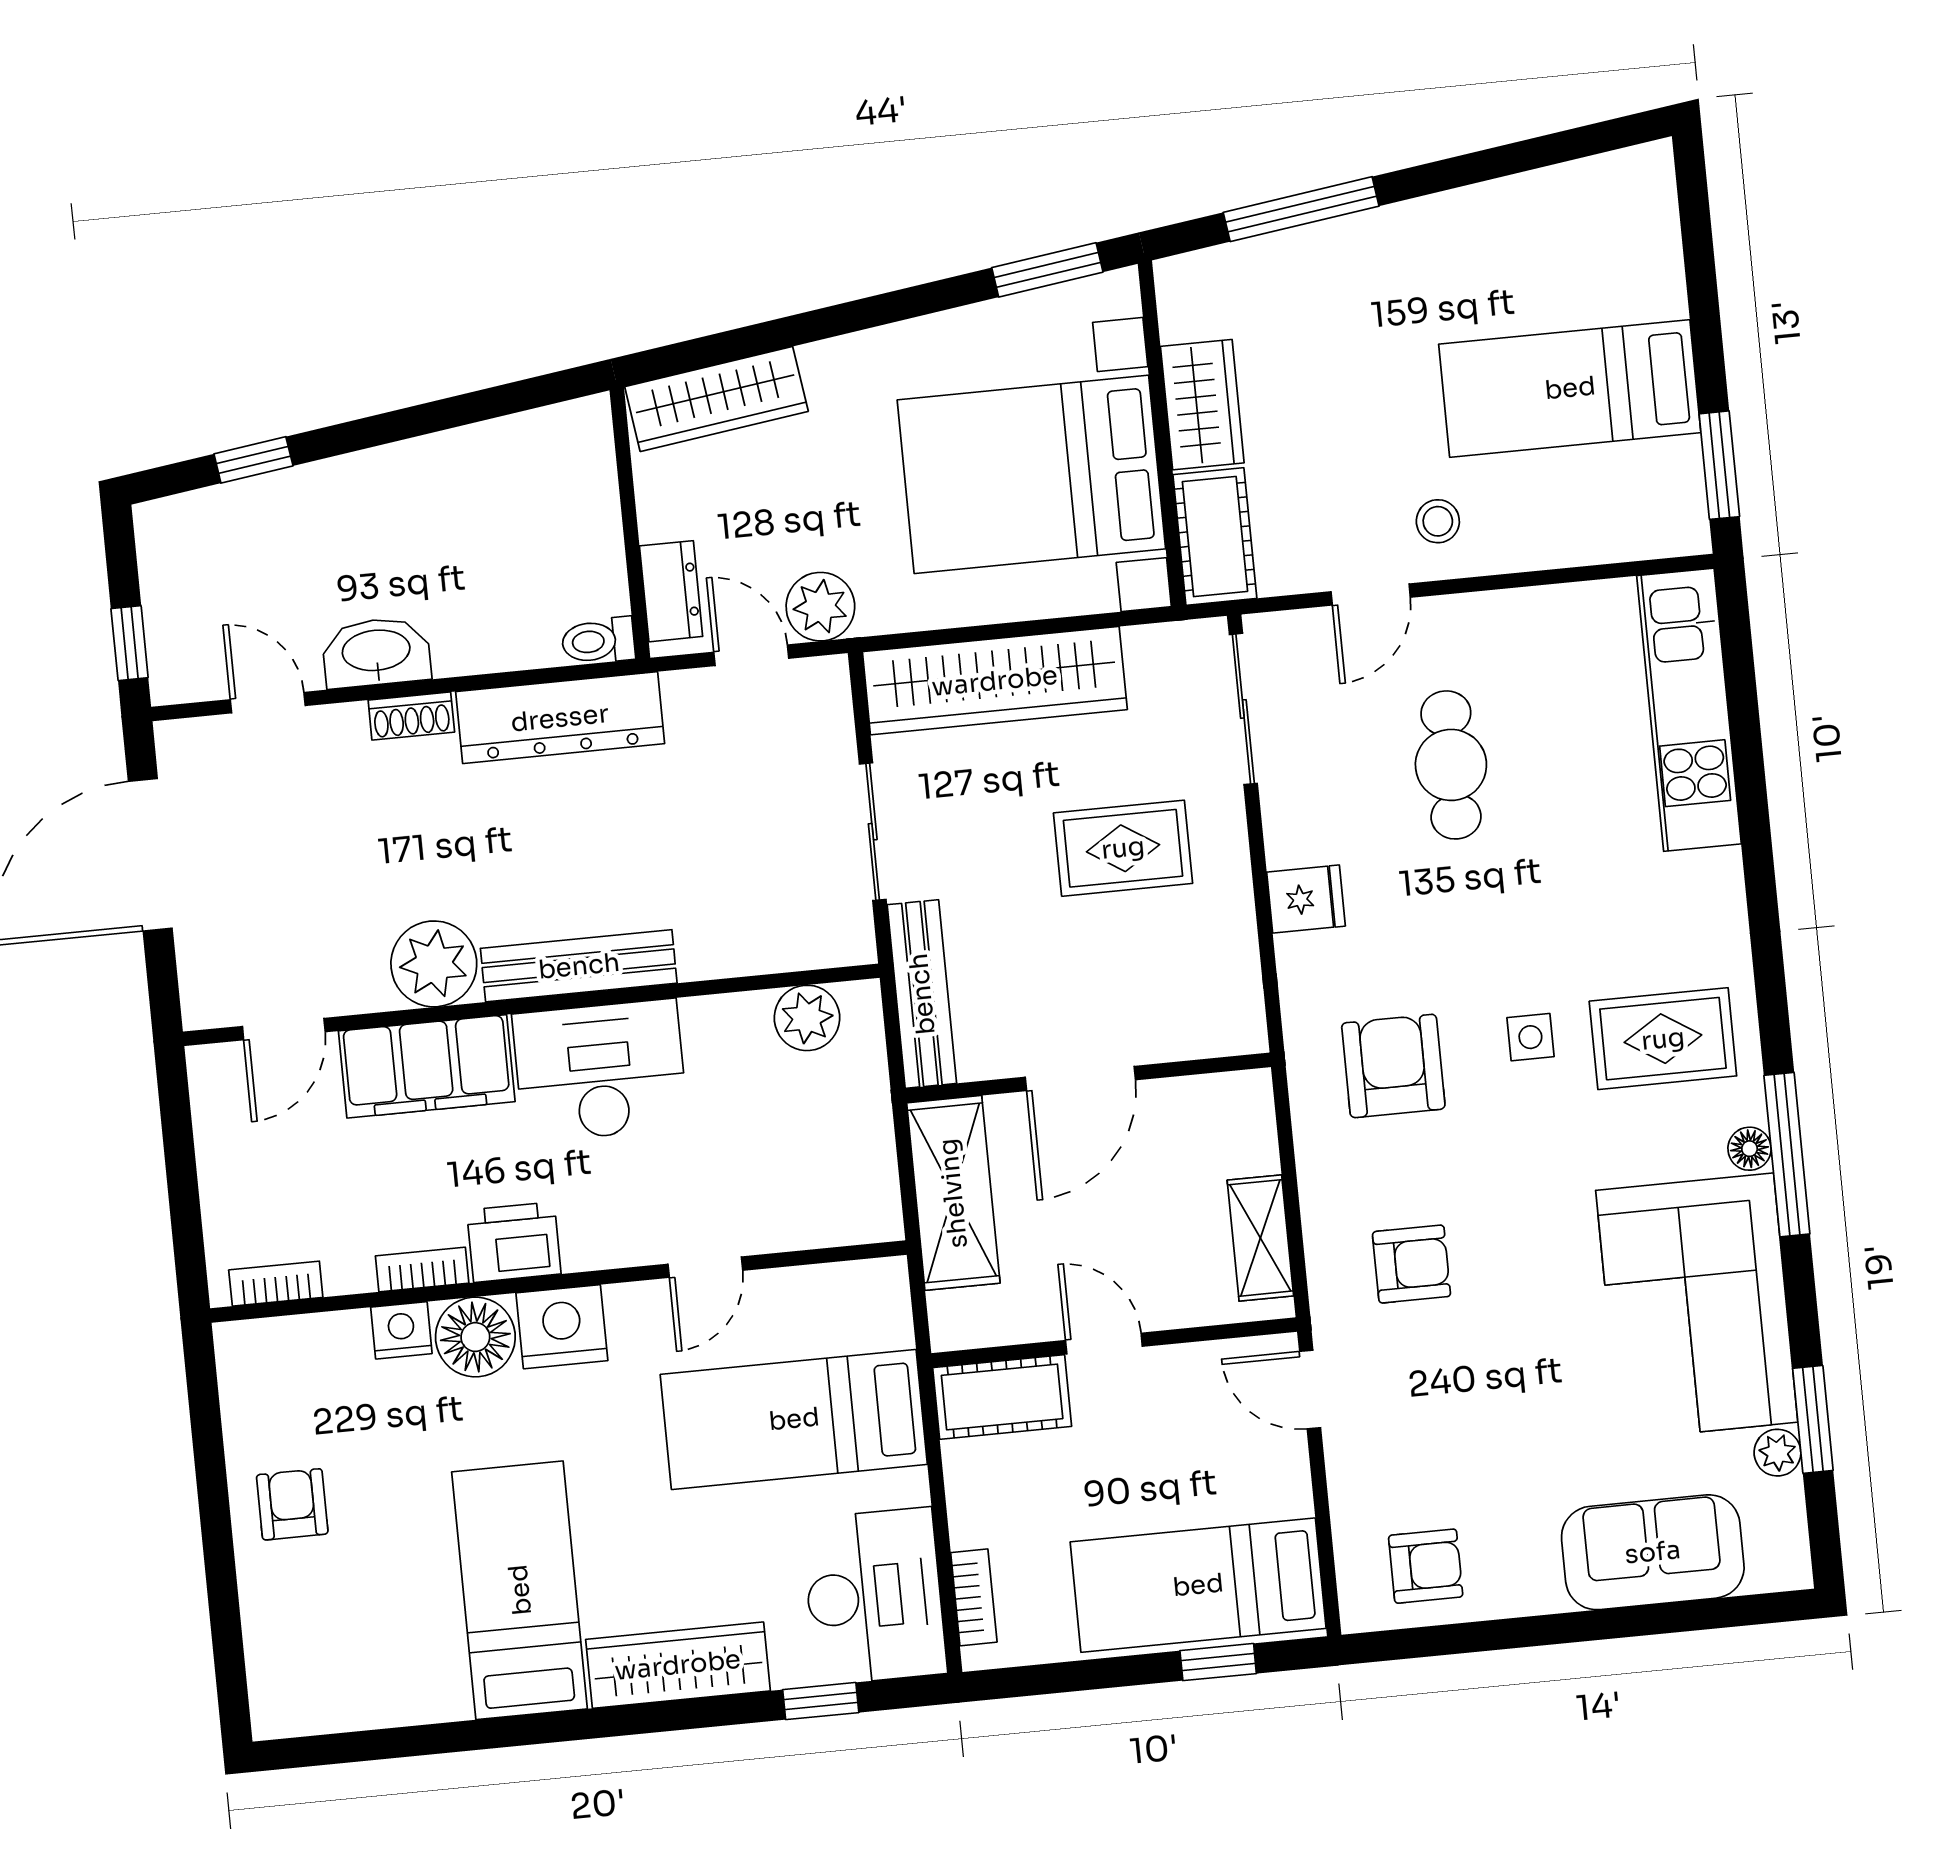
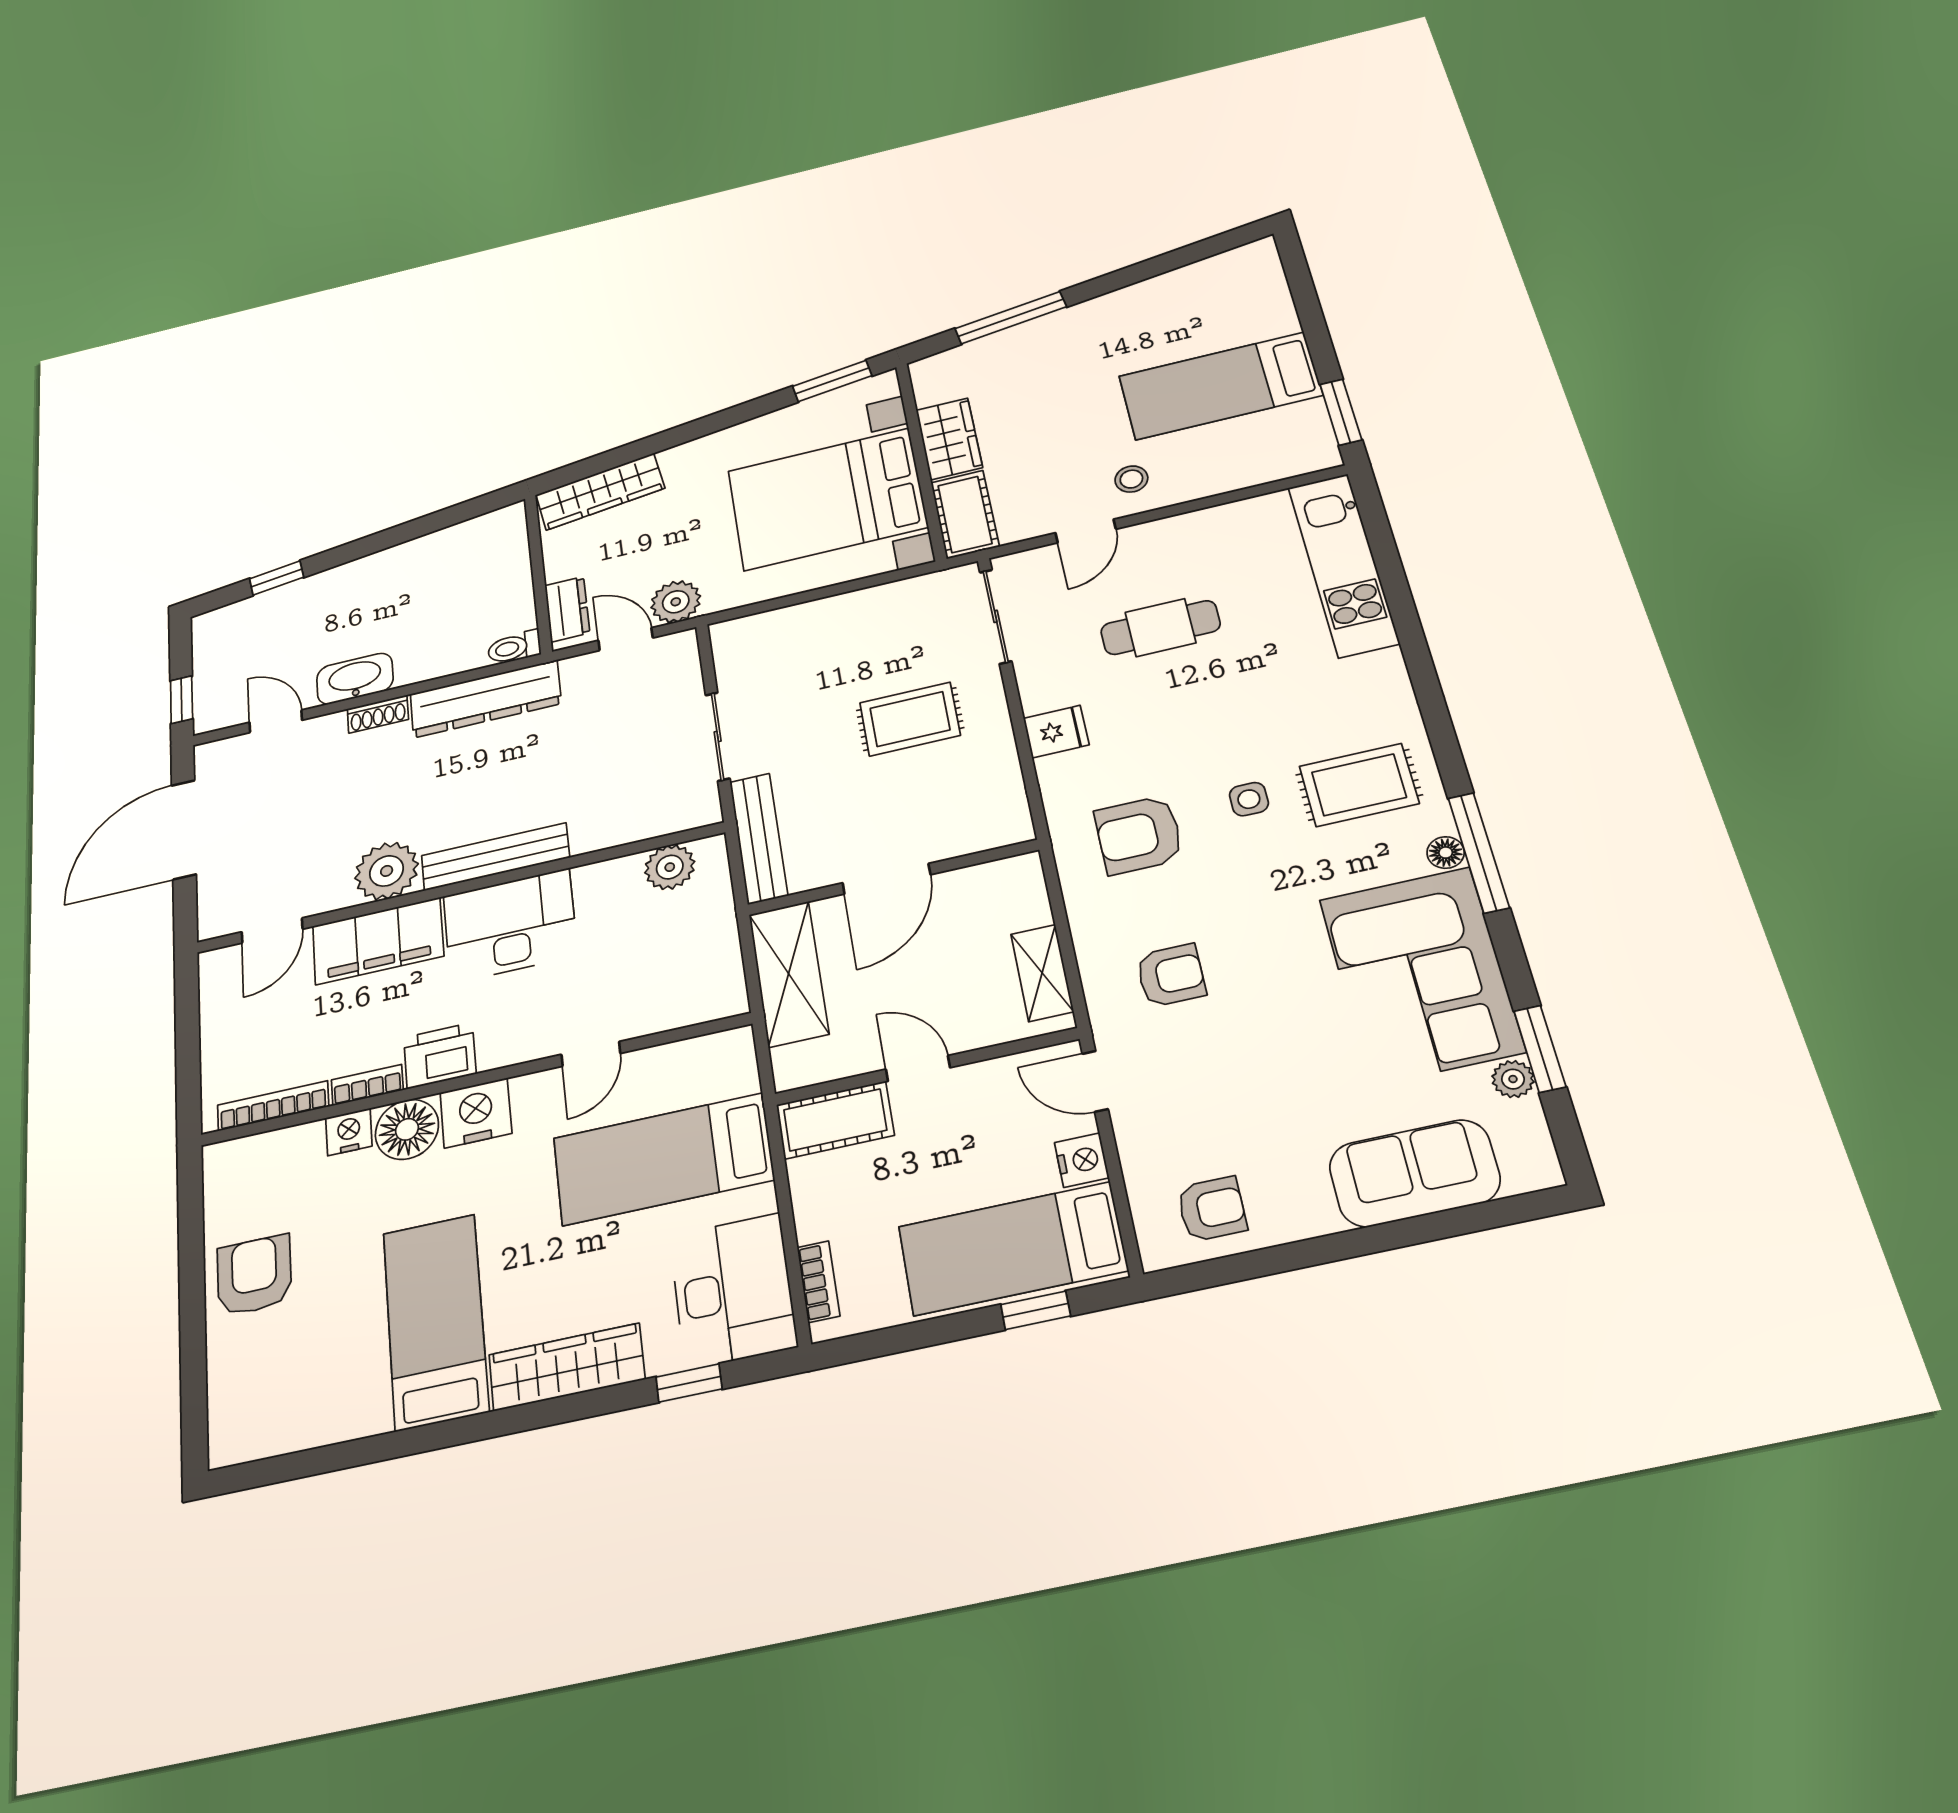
wardrobe: (995, 681) -> (806, 627), removed
cafe table: (1451, 765) -> (1160, 628), turned 90
armchair: (1393, 1066) -> (1139, 835), turned -90
bookcase: (276, 1284) -> (273, 1106), width x1.56
nightstand: (1286, 1487) -> (1082, 1160), added
armchair: (292, 1504) -> (254, 1275), width x1.38, depth x1.38

